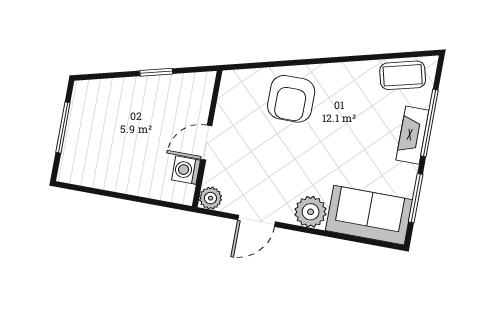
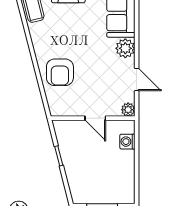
armchair: (291, 99) -> (60, 72), turned 90
washing machine: (186, 170) -> (127, 142), moved, turned 90

